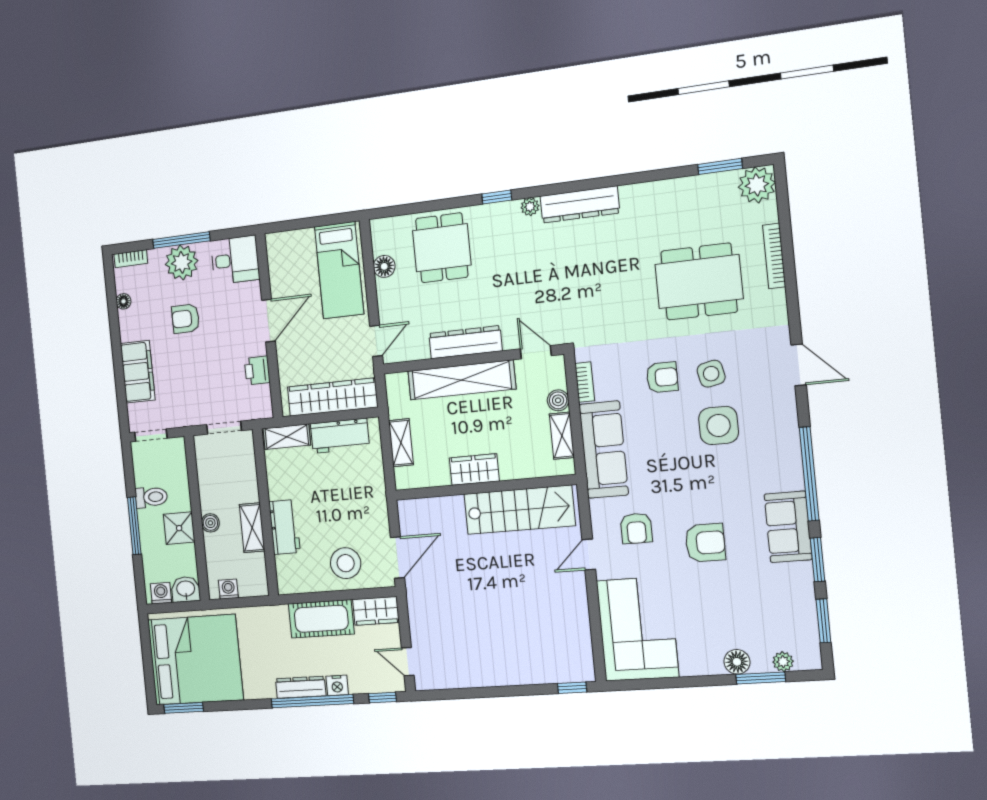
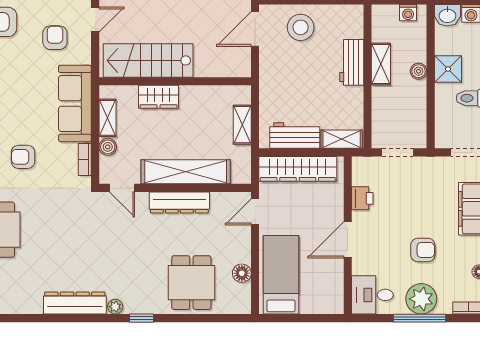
wardrobe: (474, 470) -> (158, 97), moved

